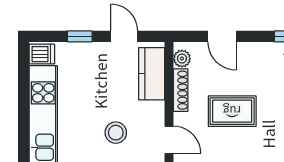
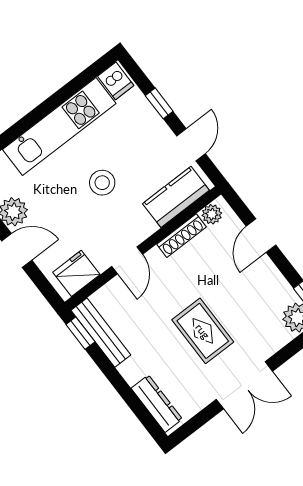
rug: (232, 111) -> (203, 331), moved
stool: (116, 133) -> (102, 183), moved

